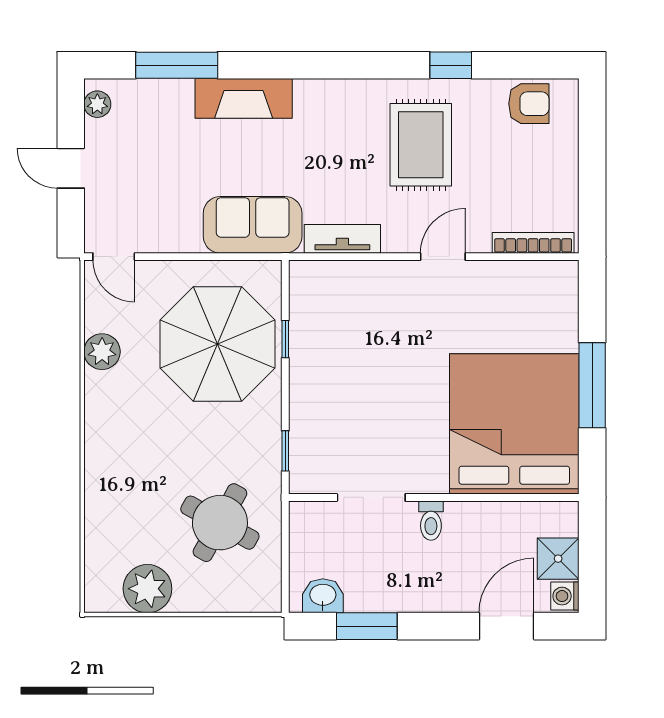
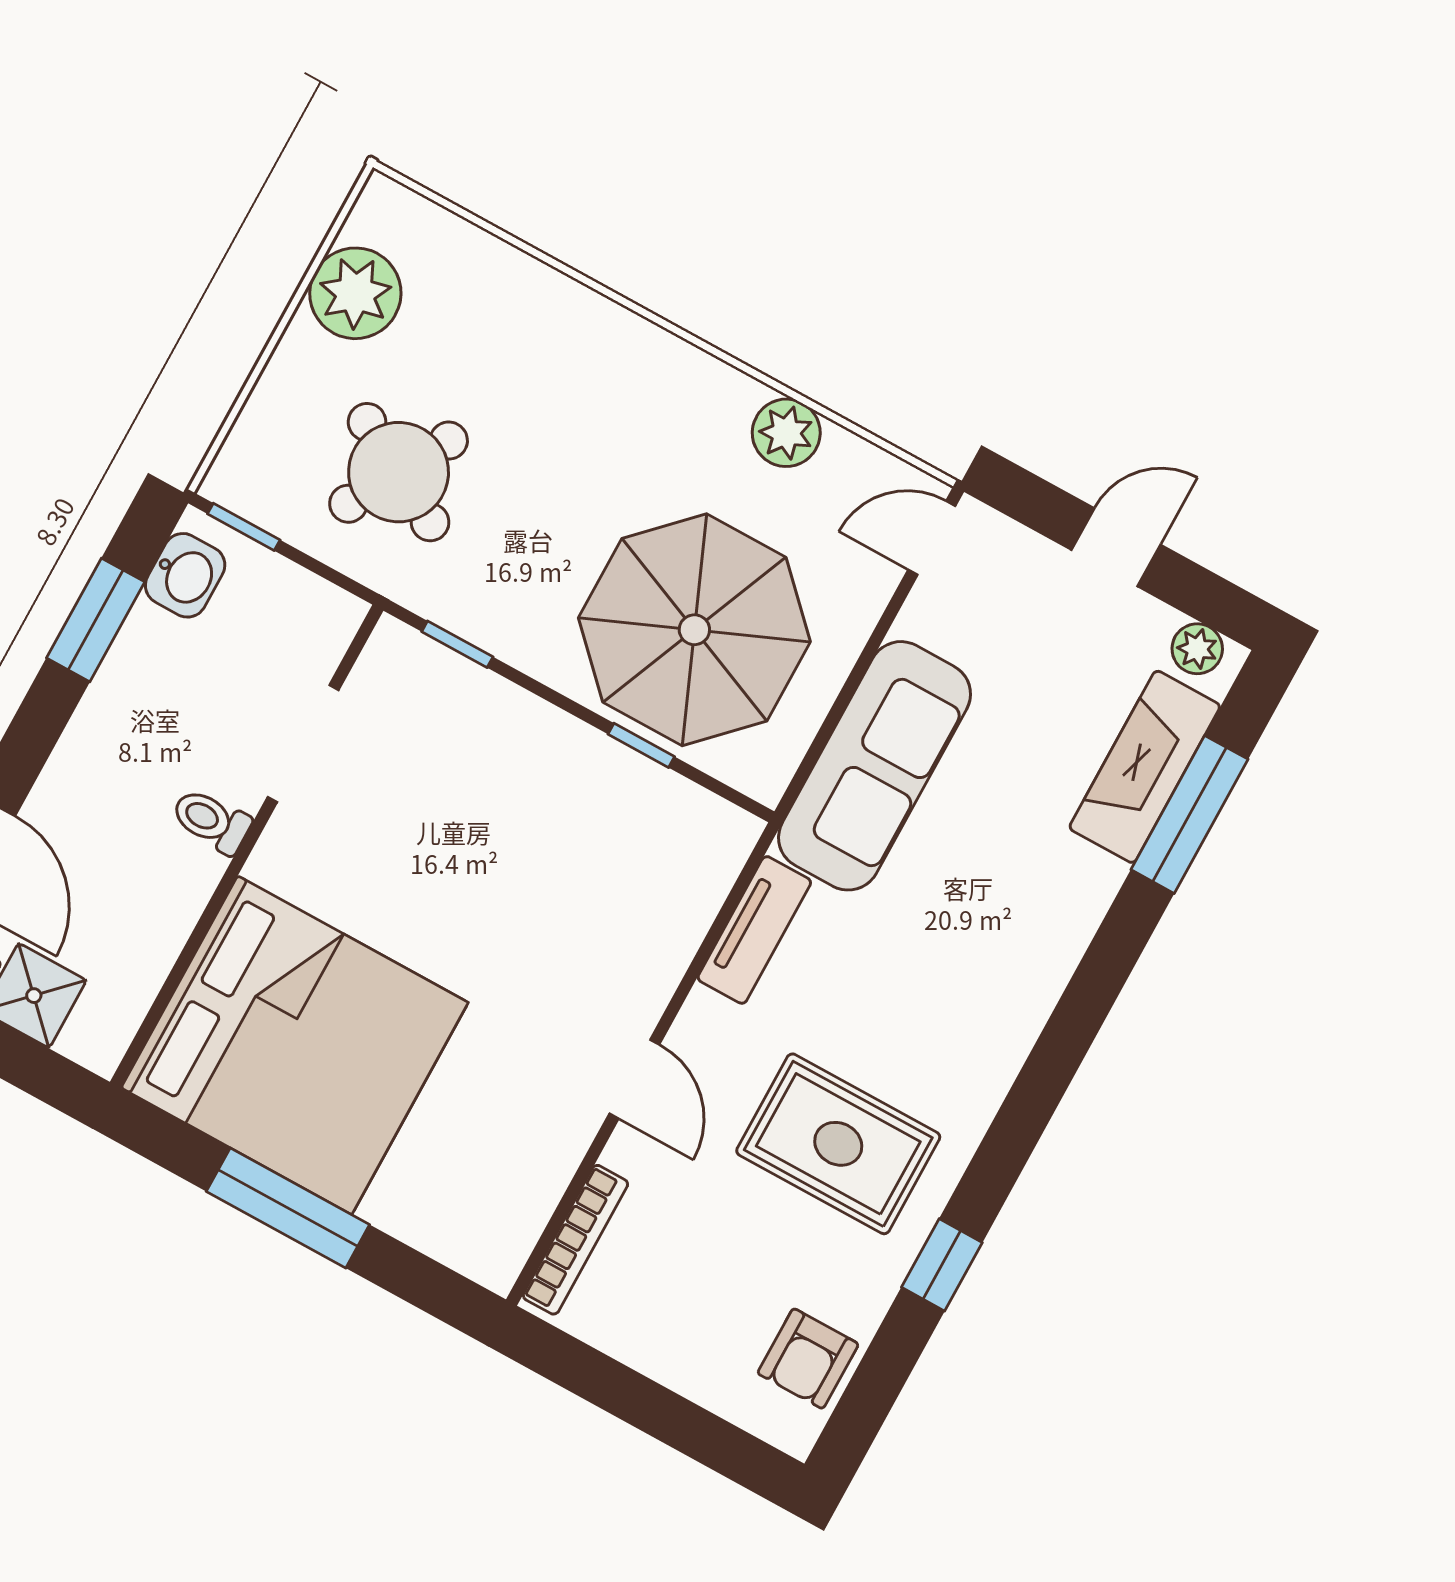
fireplace: (244, 98) -> (1145, 767), moved
sofa: (253, 225) -> (875, 766), width x1.36
window: (285, 581) -> (244, 527), added

